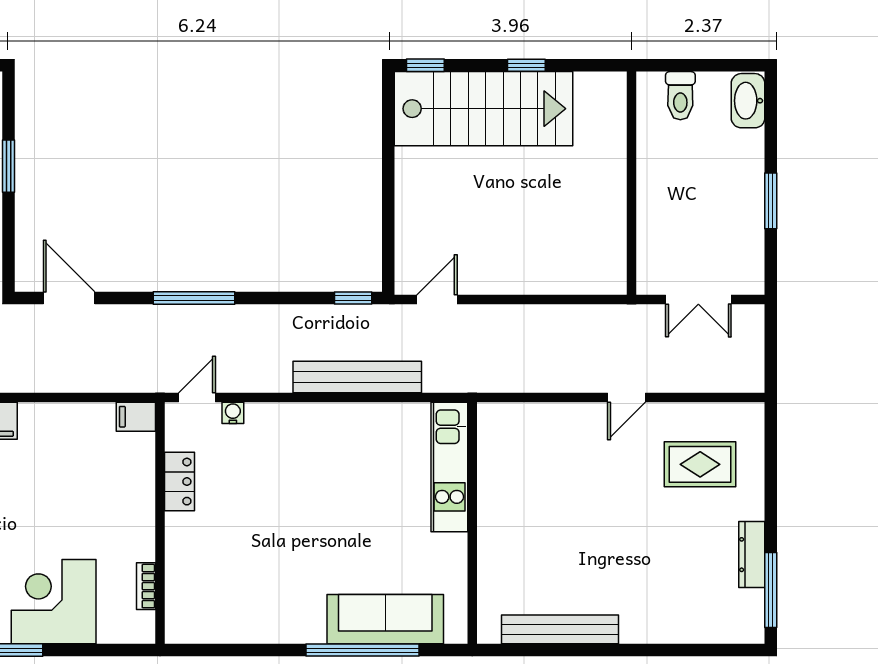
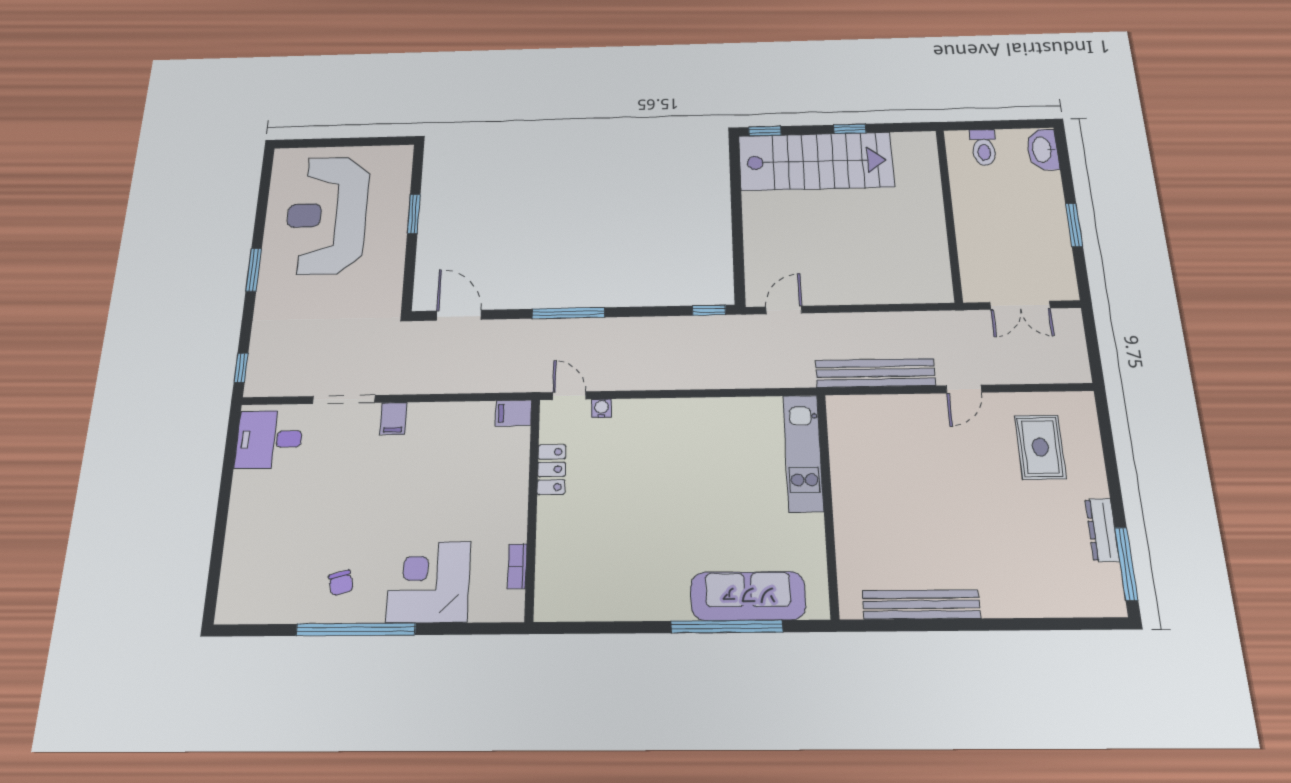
bench: (357, 377) -> (875, 373), moved
door: (197, 397) -> (569, 396), hinge flipped
rug: (700, 464) -> (1040, 447), turned 90

